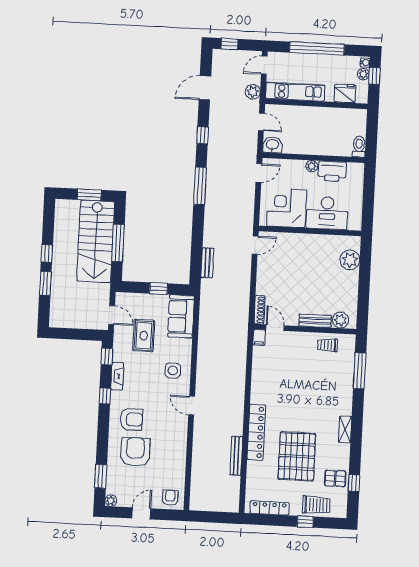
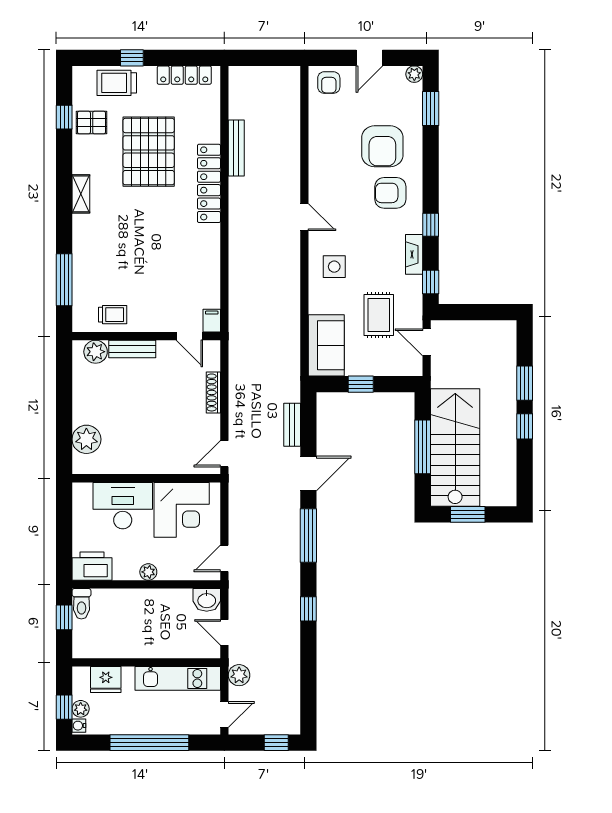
door: (205, 88) -> (308, 474), moved
window: (371, 138) -> (64, 617), added
printer: (332, 171) -> (92, 566), moved
shoe rack: (259, 310) -> (213, 392), moved

